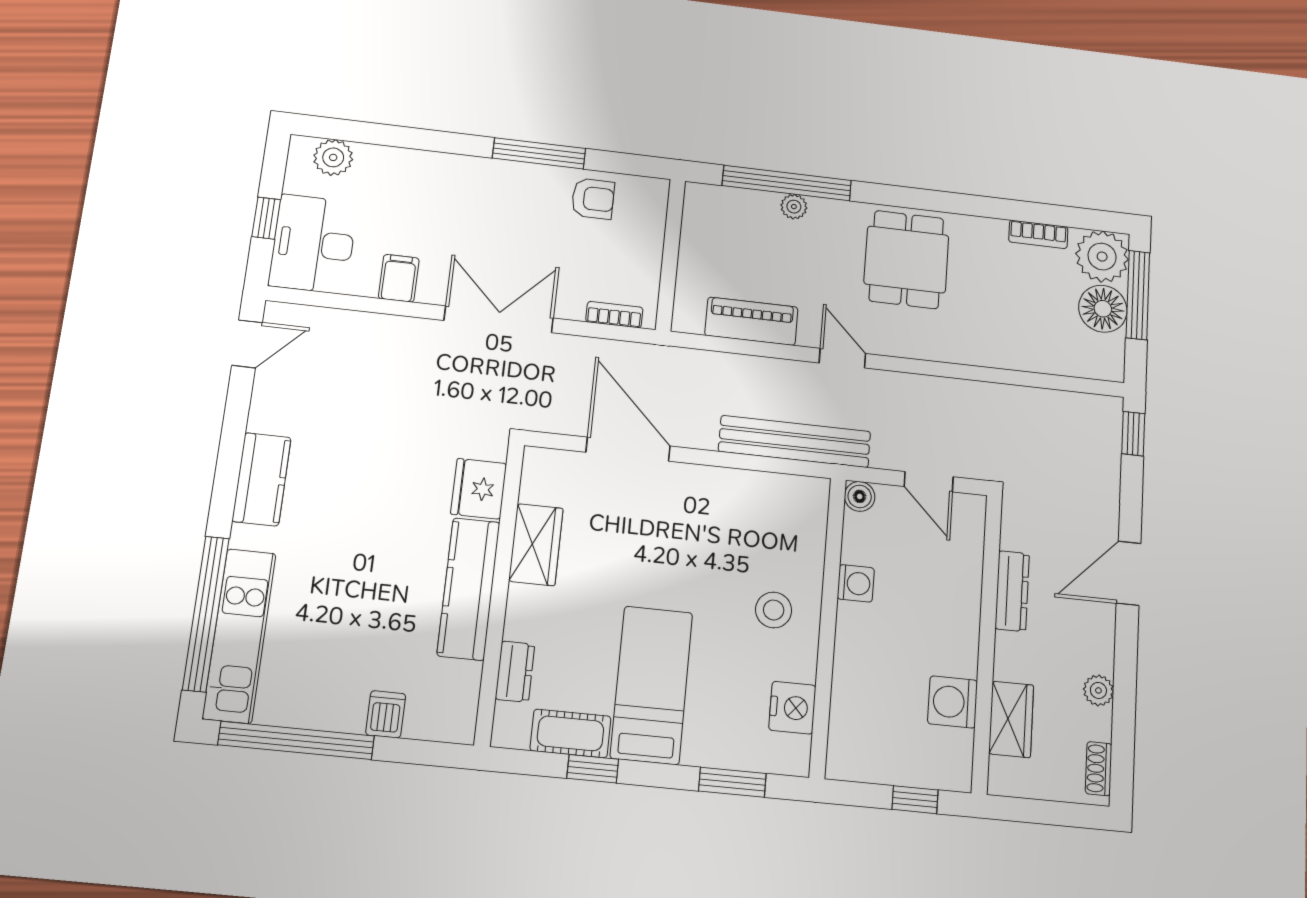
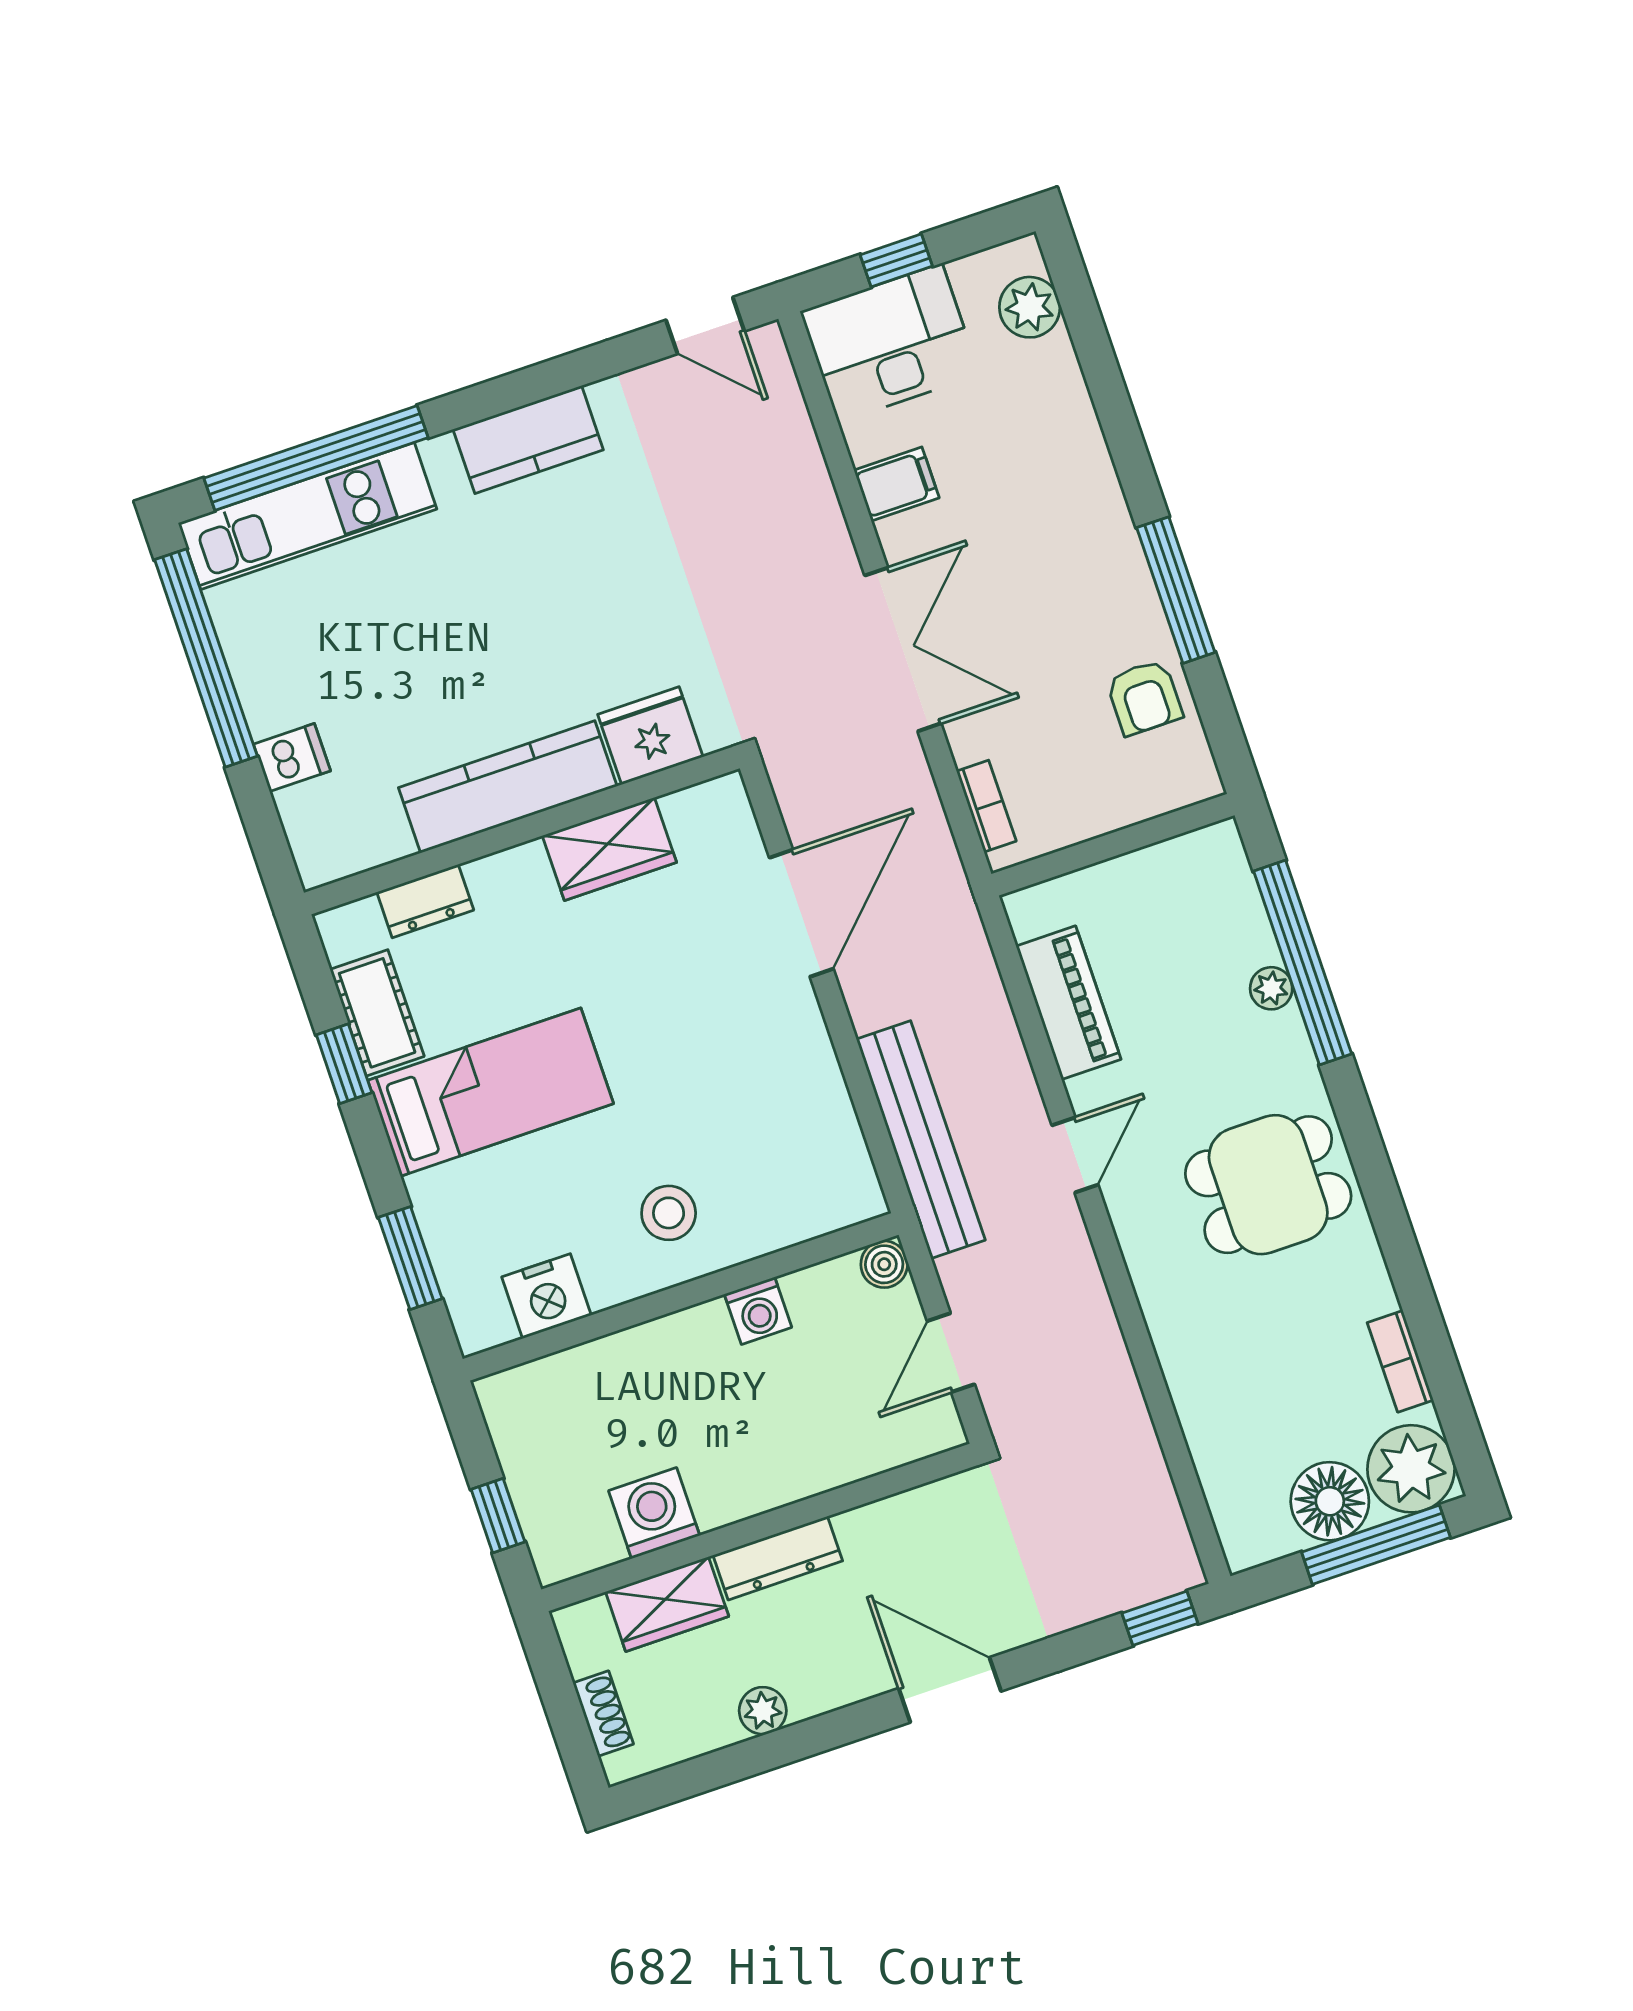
dresser: (1012, 591) -> (778, 1558), moved
shoe rack: (1099, 769) -> (603, 1714), moved, turned 90

